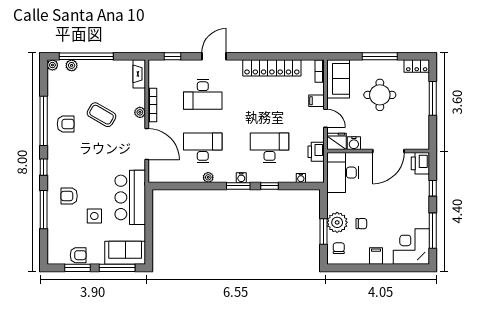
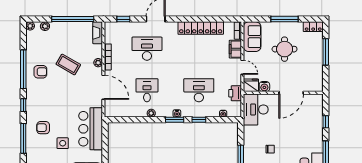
window: (86, 56) -> (73, 19), moved
desk: (203, 94) -> (147, 49), turned 180
filing cabinet: (316, 101) -> (235, 49), width x2.00
desk: (203, 148) -> (147, 90), width x0.73
printer: (420, 163) -> (316, 102), removed
plant: (337, 222) -> (251, 148), removed

